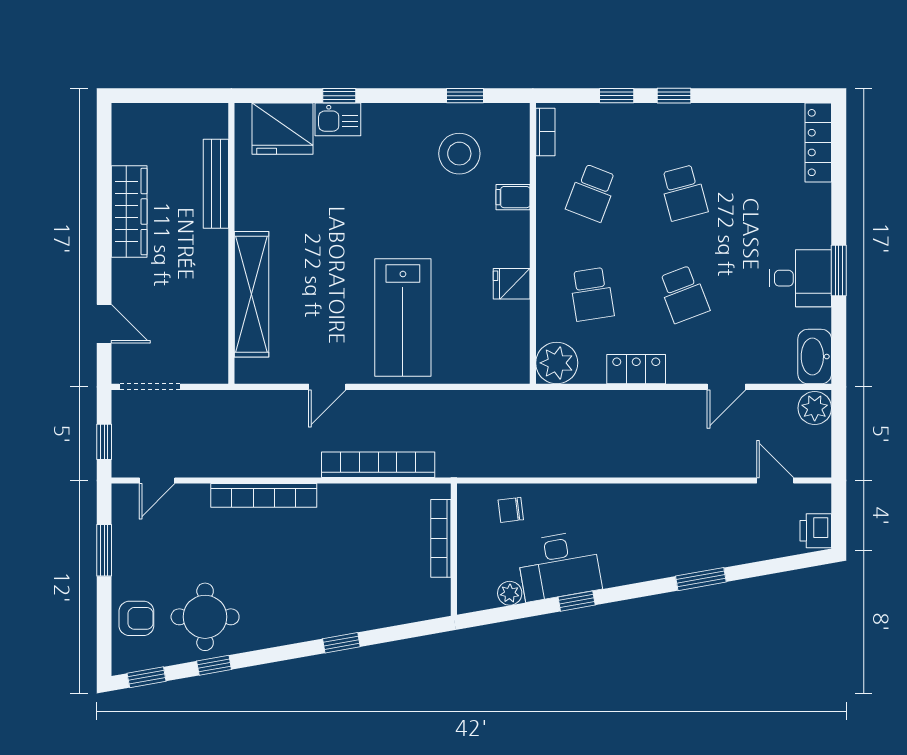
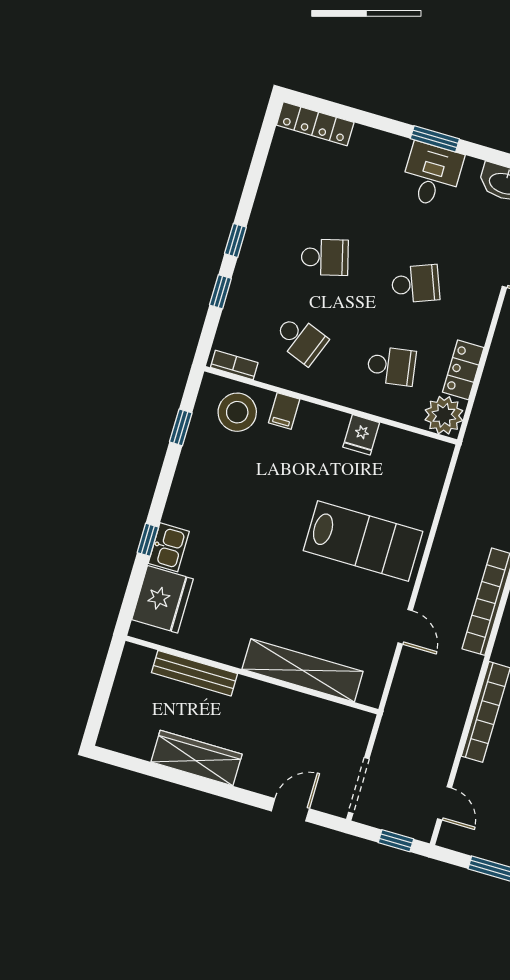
stool: (459, 154) -> (237, 412), moved
locker: (636, 369) -> (463, 370), moved

